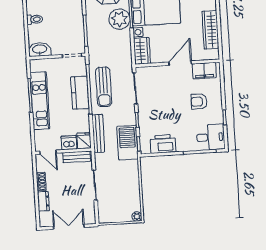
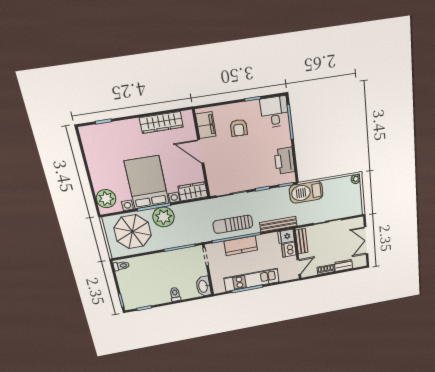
sun lounger: (104, 87) -> (233, 224), turned 180
barbecue: (127, 143) -> (306, 192), moved

